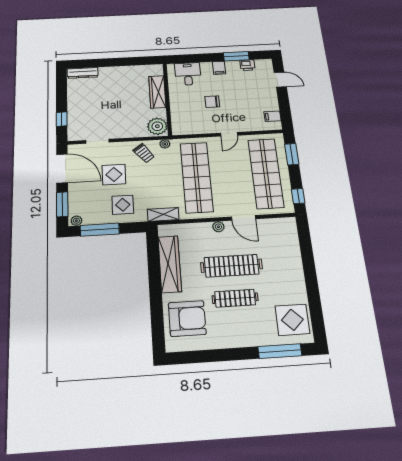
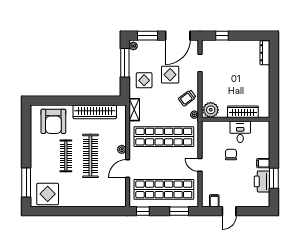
printer: (247, 65) -> (262, 181), width x1.87, depth x1.48
desk: (188, 74) -> (240, 132), moved, turned -90
door: (280, 80) -> (229, 211), moved

